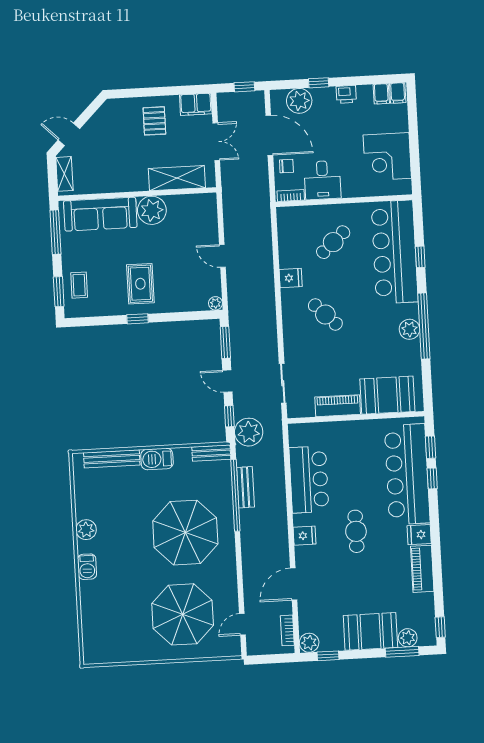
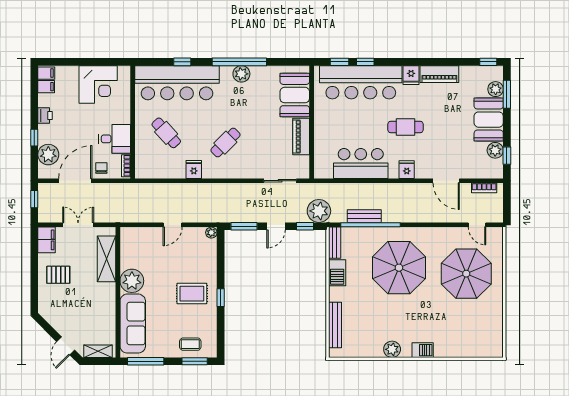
barbecue: (157, 459) -> (337, 273), moved
plant: (309, 643) -> (495, 150), moved

